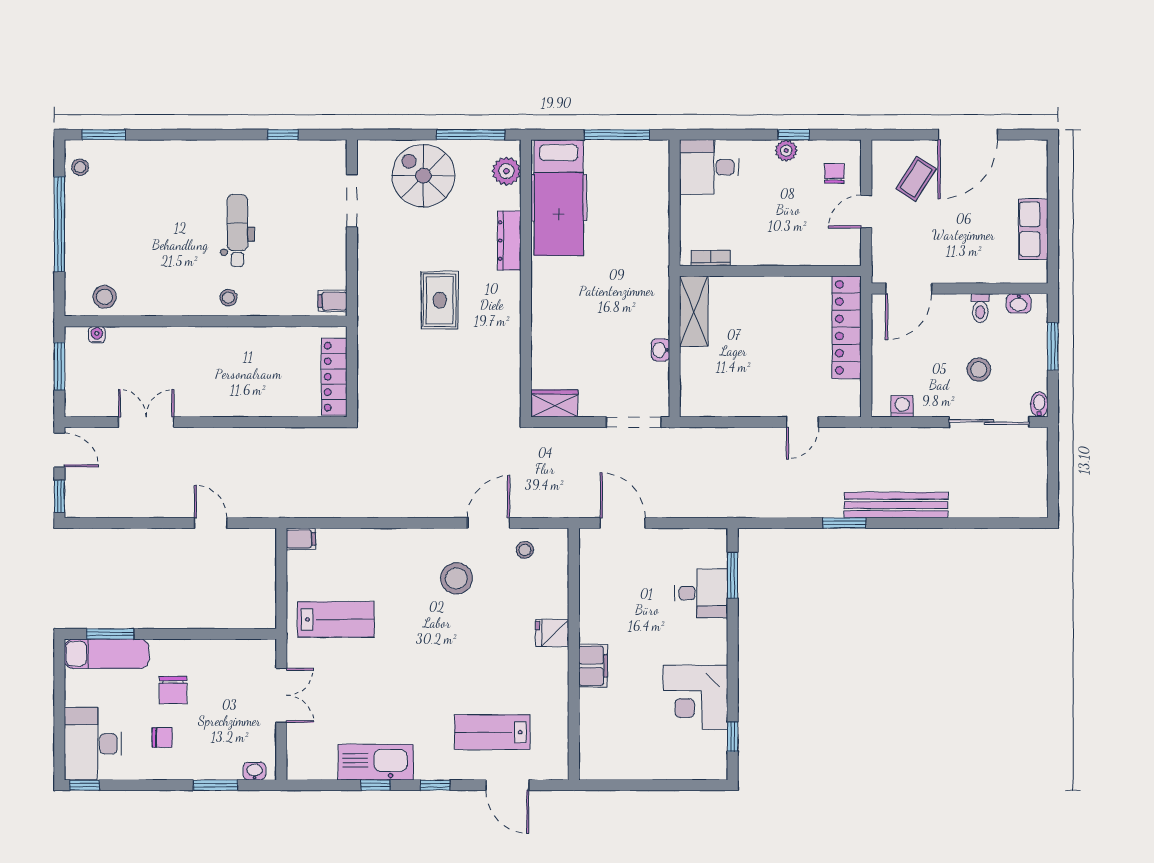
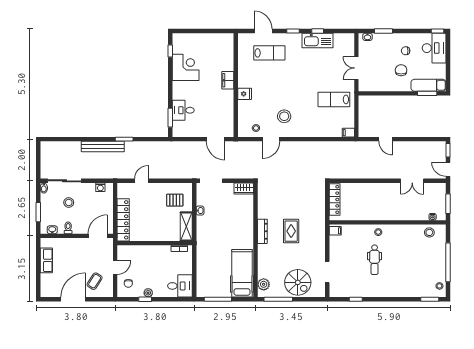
dresser: (509, 241) -> (262, 231), moved
pallet: (722, 375) -> (175, 200), added

